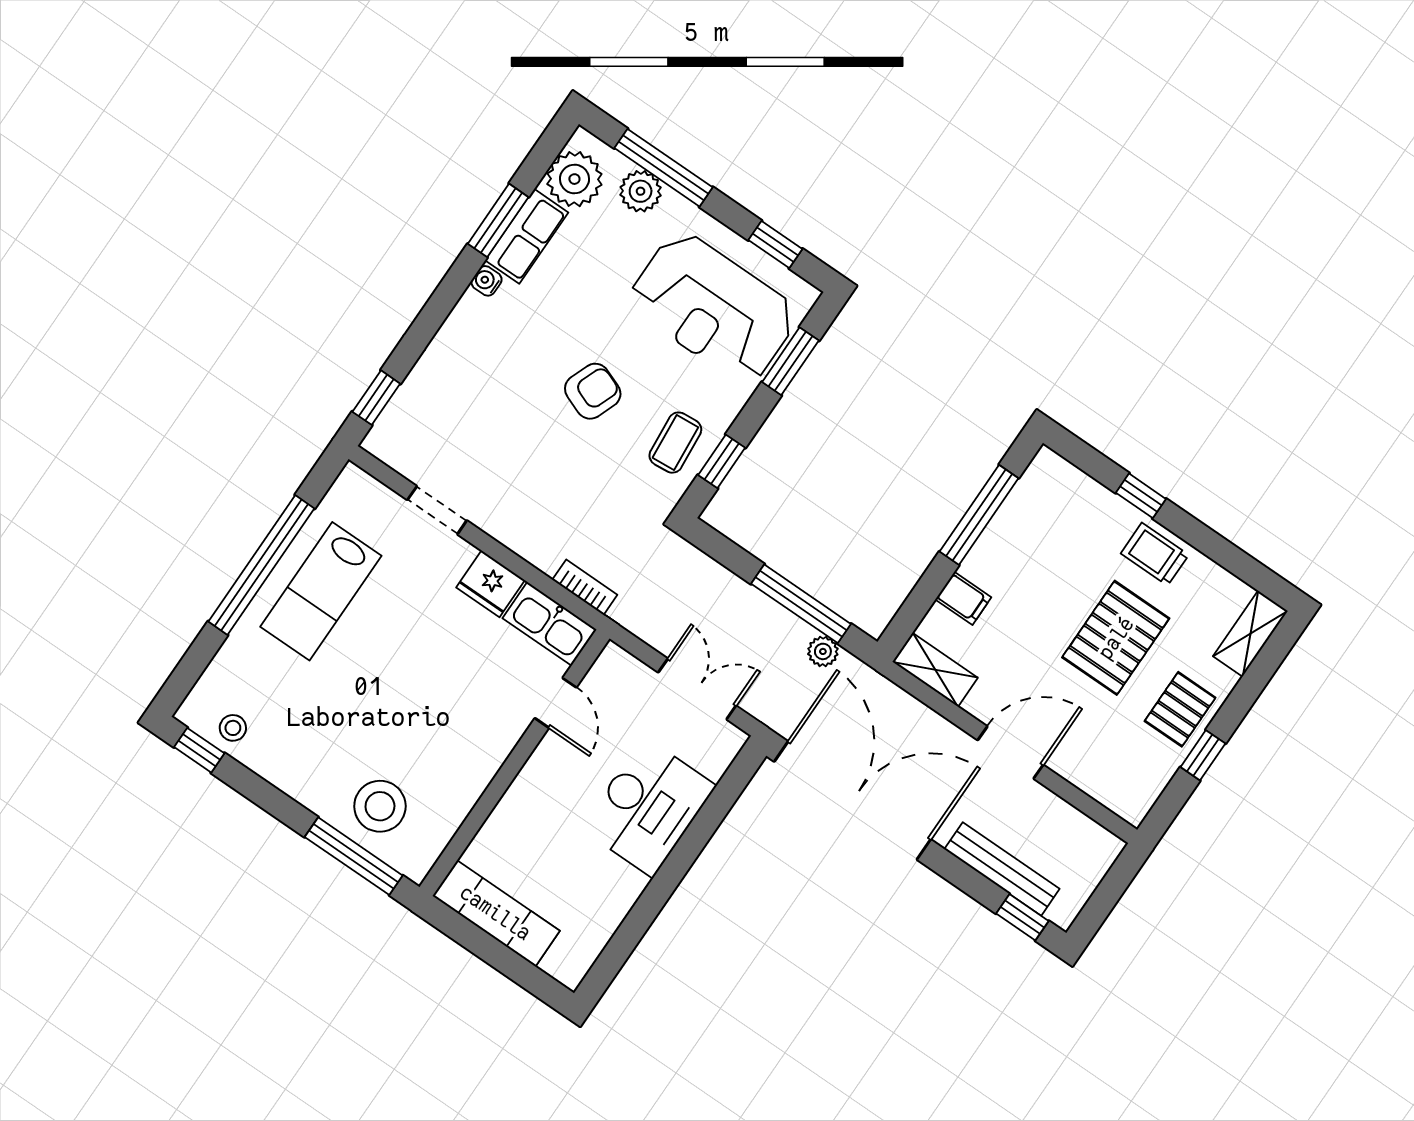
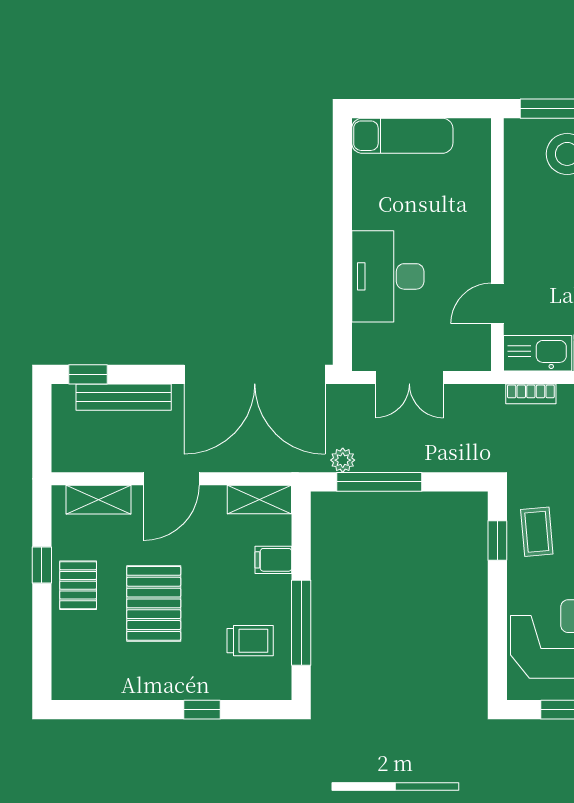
window: (790, 361) -> (497, 639), removed
trolley: (1155, 554) -> (250, 641), moved
shelving: (1250, 634) -> (98, 500), moved, turned 90
door: (556, 703) -> (497, 303), hinge flipped
exam couch: (496, 913) -> (402, 136), moved

